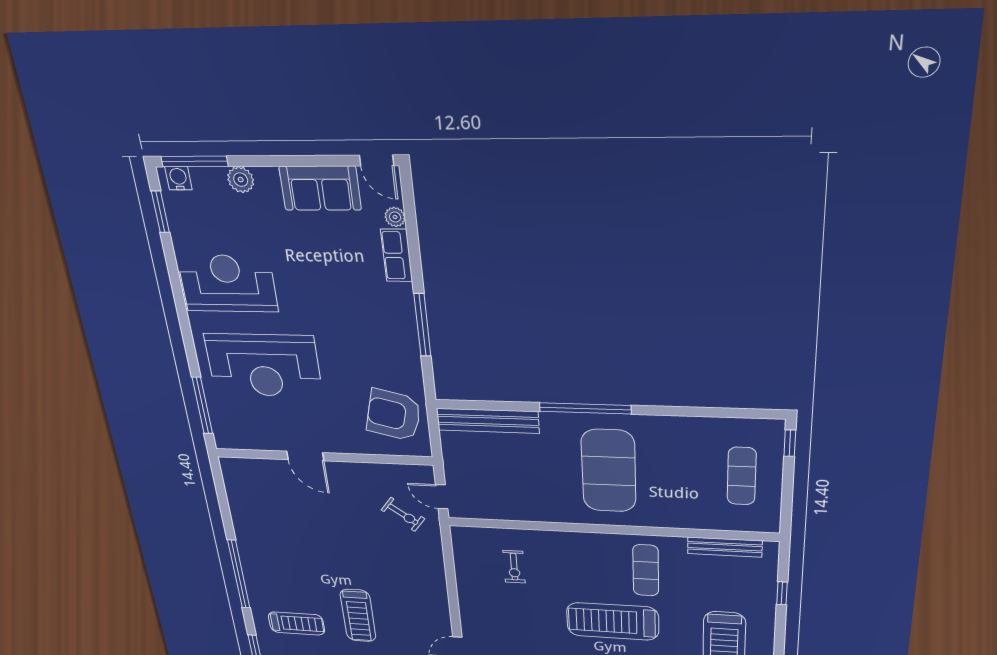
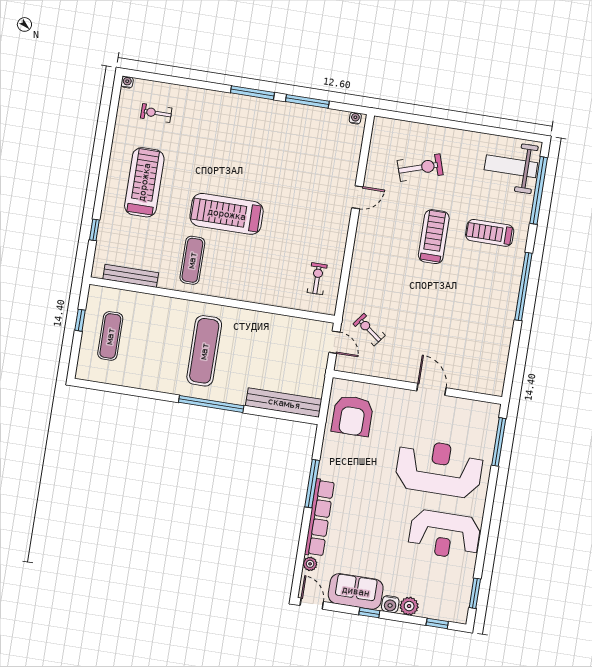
window: (195, 161) -> (437, 623), width x0.46
window: (292, 161) -> (369, 613), added
water cooler: (178, 178) -> (390, 604), moved
row of seats: (397, 255) -> (319, 518), width x2.02
armchair: (394, 415) -> (352, 416), turned 76
window: (790, 443) -> (80, 320), moved
exercise mat: (609, 471) -> (204, 351), width x0.68
exercise bike: (514, 567) -> (317, 279), moved
treadmill: (613, 621) -> (227, 214), turned 180

